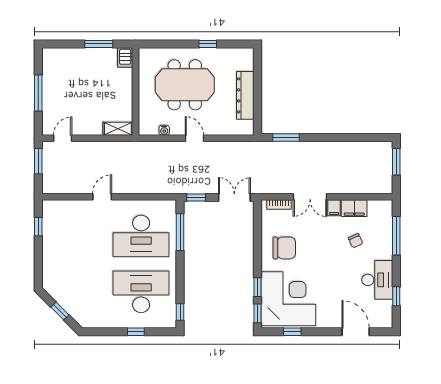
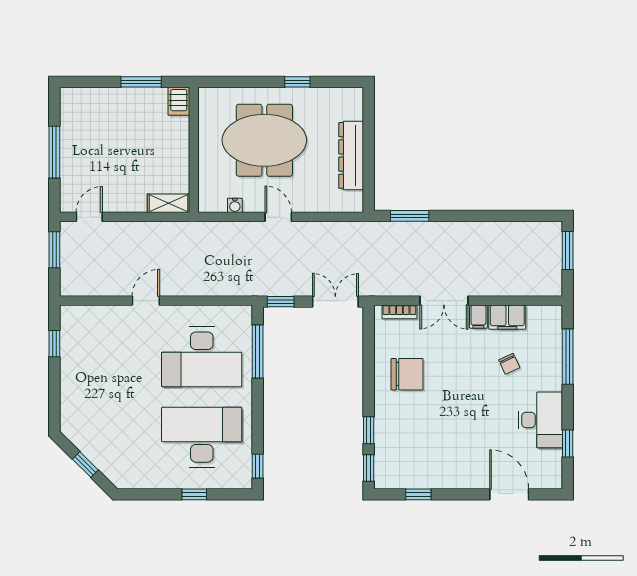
corner desk: (288, 299) -> (413, 447), removed

